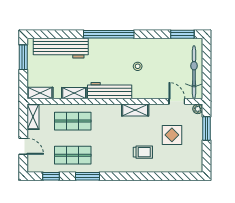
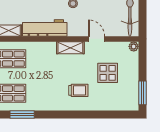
door: (177, 101) -> (97, 39), moved
window: (207, 129) -> (143, 93), moved

